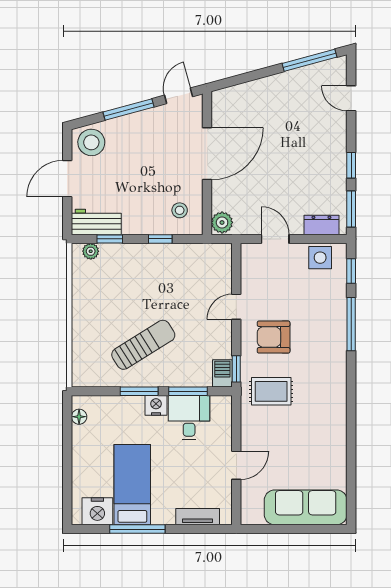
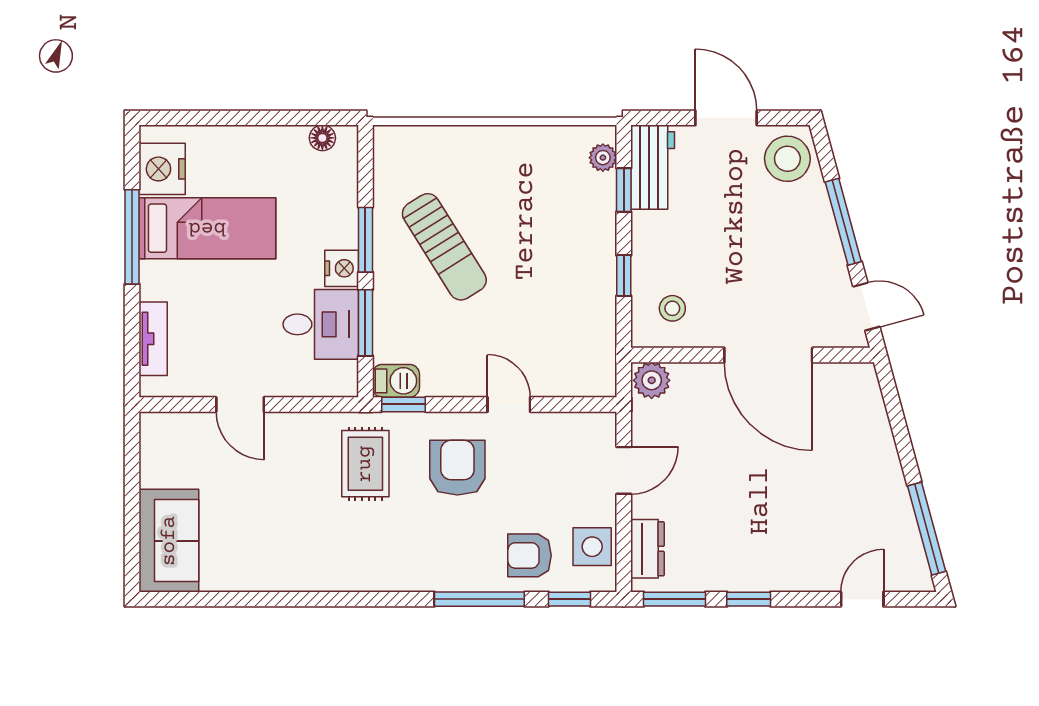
armchair: (325, 295) -> (529, 555), added
sofa: (306, 507) -> (169, 541), width x0.73

